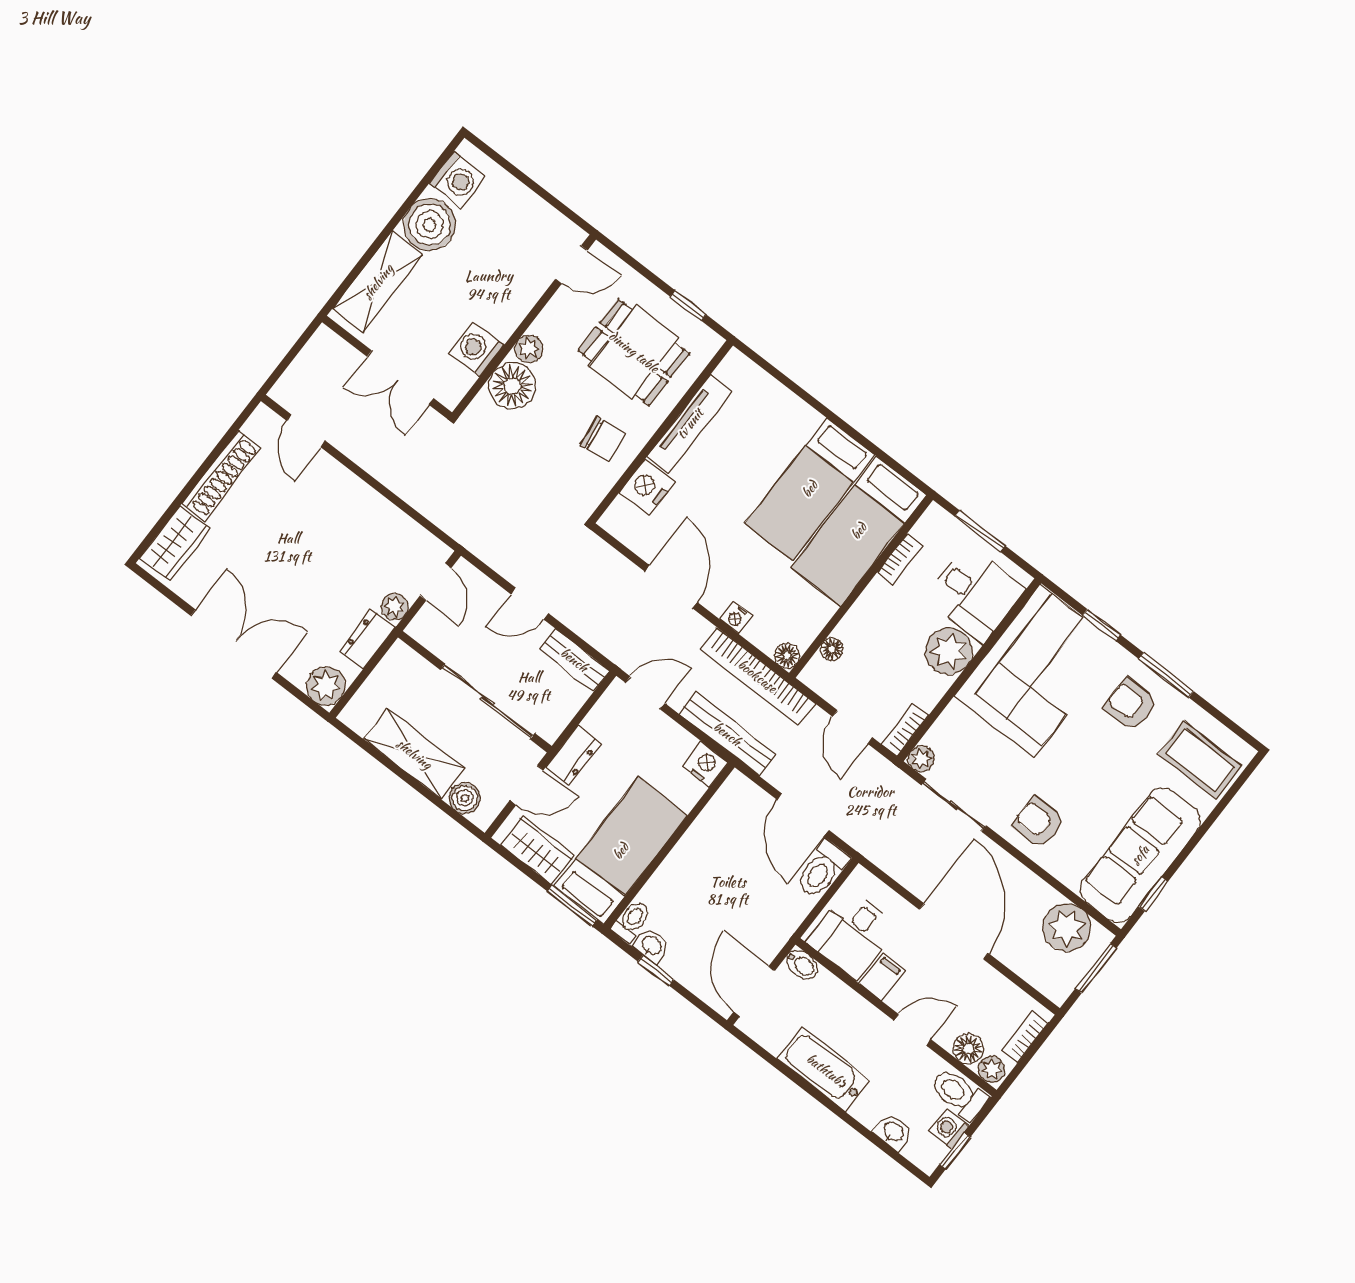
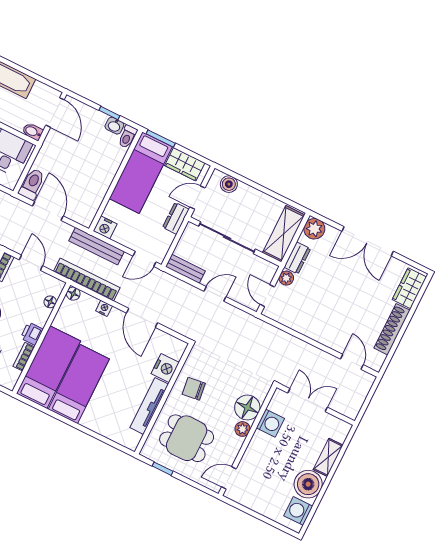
shelving: (378, 282) -> (328, 457), width x0.67, depth x0.75
printer: (877, 598) -> (32, 334), added
shelving: (414, 754) -> (284, 234), moved, turned 90

